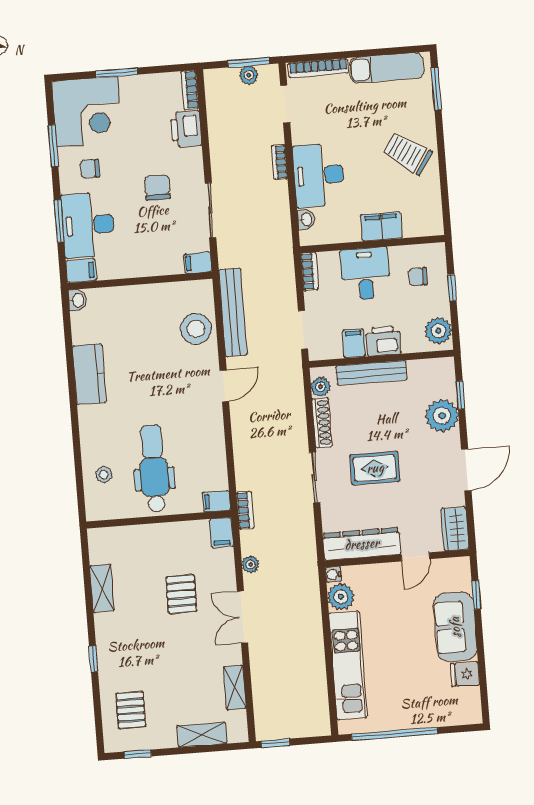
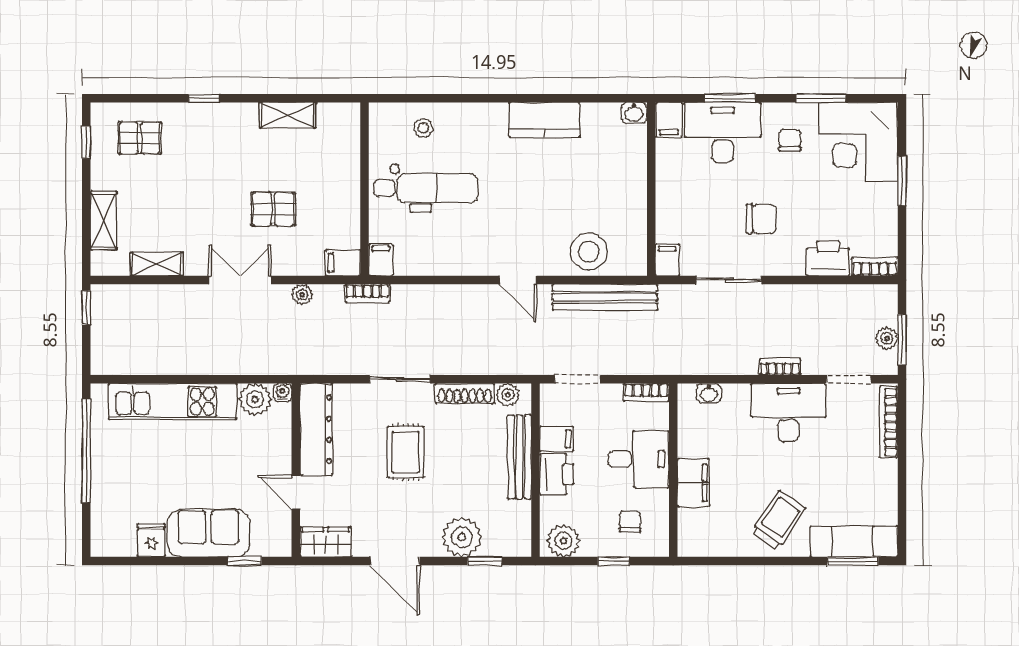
exam couch: (387, 68) -> (854, 542), moved, turned 90
desk: (319, 175) -> (788, 413), moved

